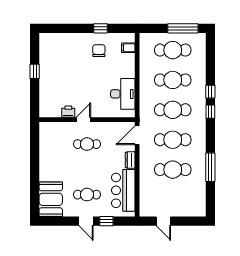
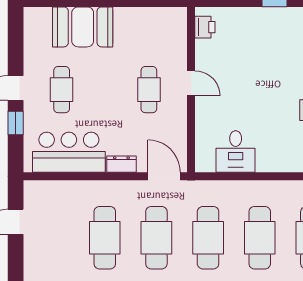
desk: (123, 94) -> (236, 152), width x0.73
printer: (68, 112) -> (205, 27), moved
booth: (51, 199) -> (83, 27), moved

